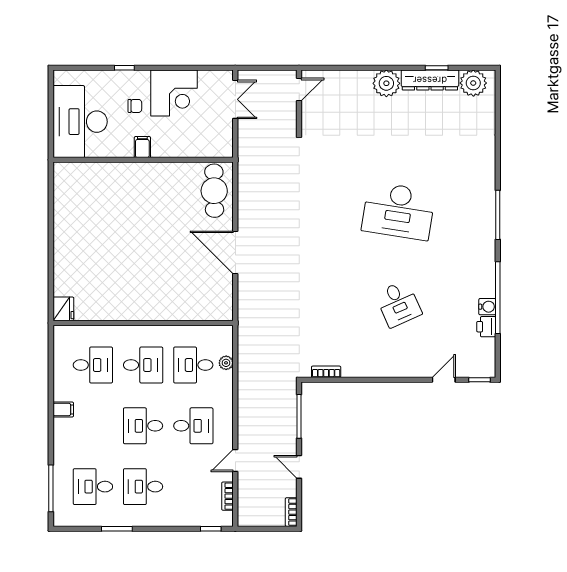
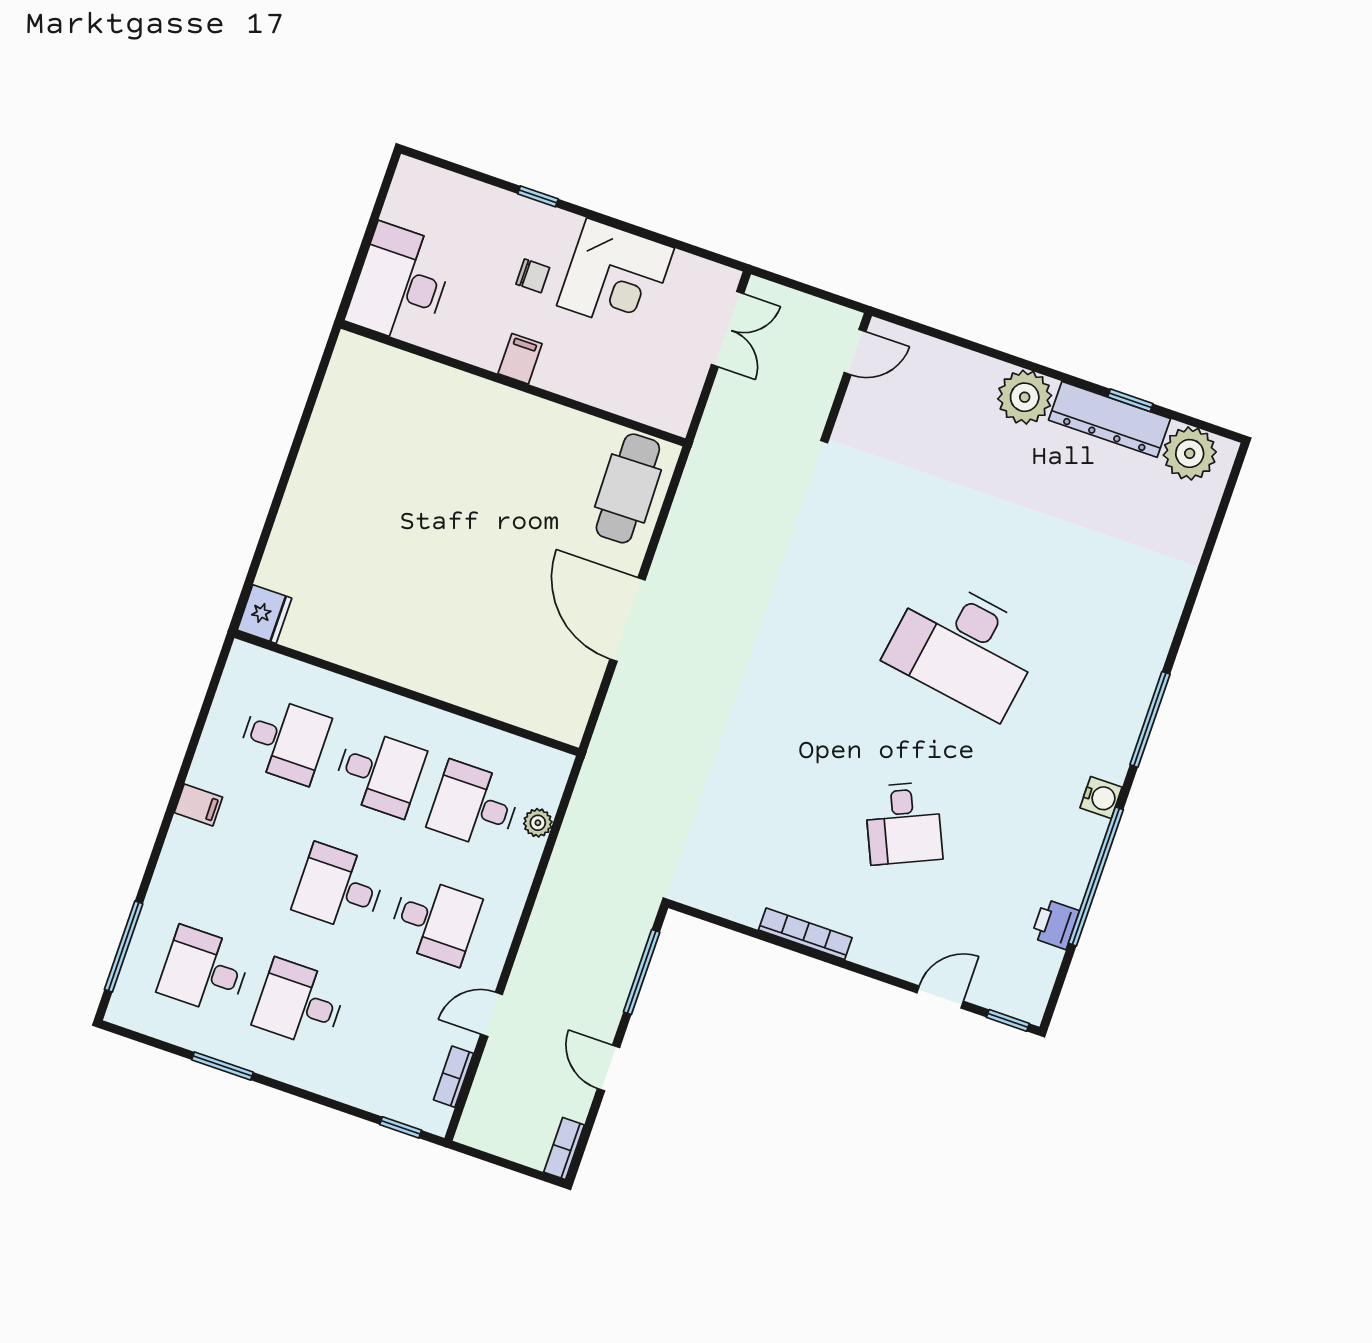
desk: (80, 122) -> (400, 284), width x0.73, depth x0.77
water cooler: (487, 307) -> (1101, 797), moved
bookcase: (326, 372) -> (805, 934), moved, width x1.56

